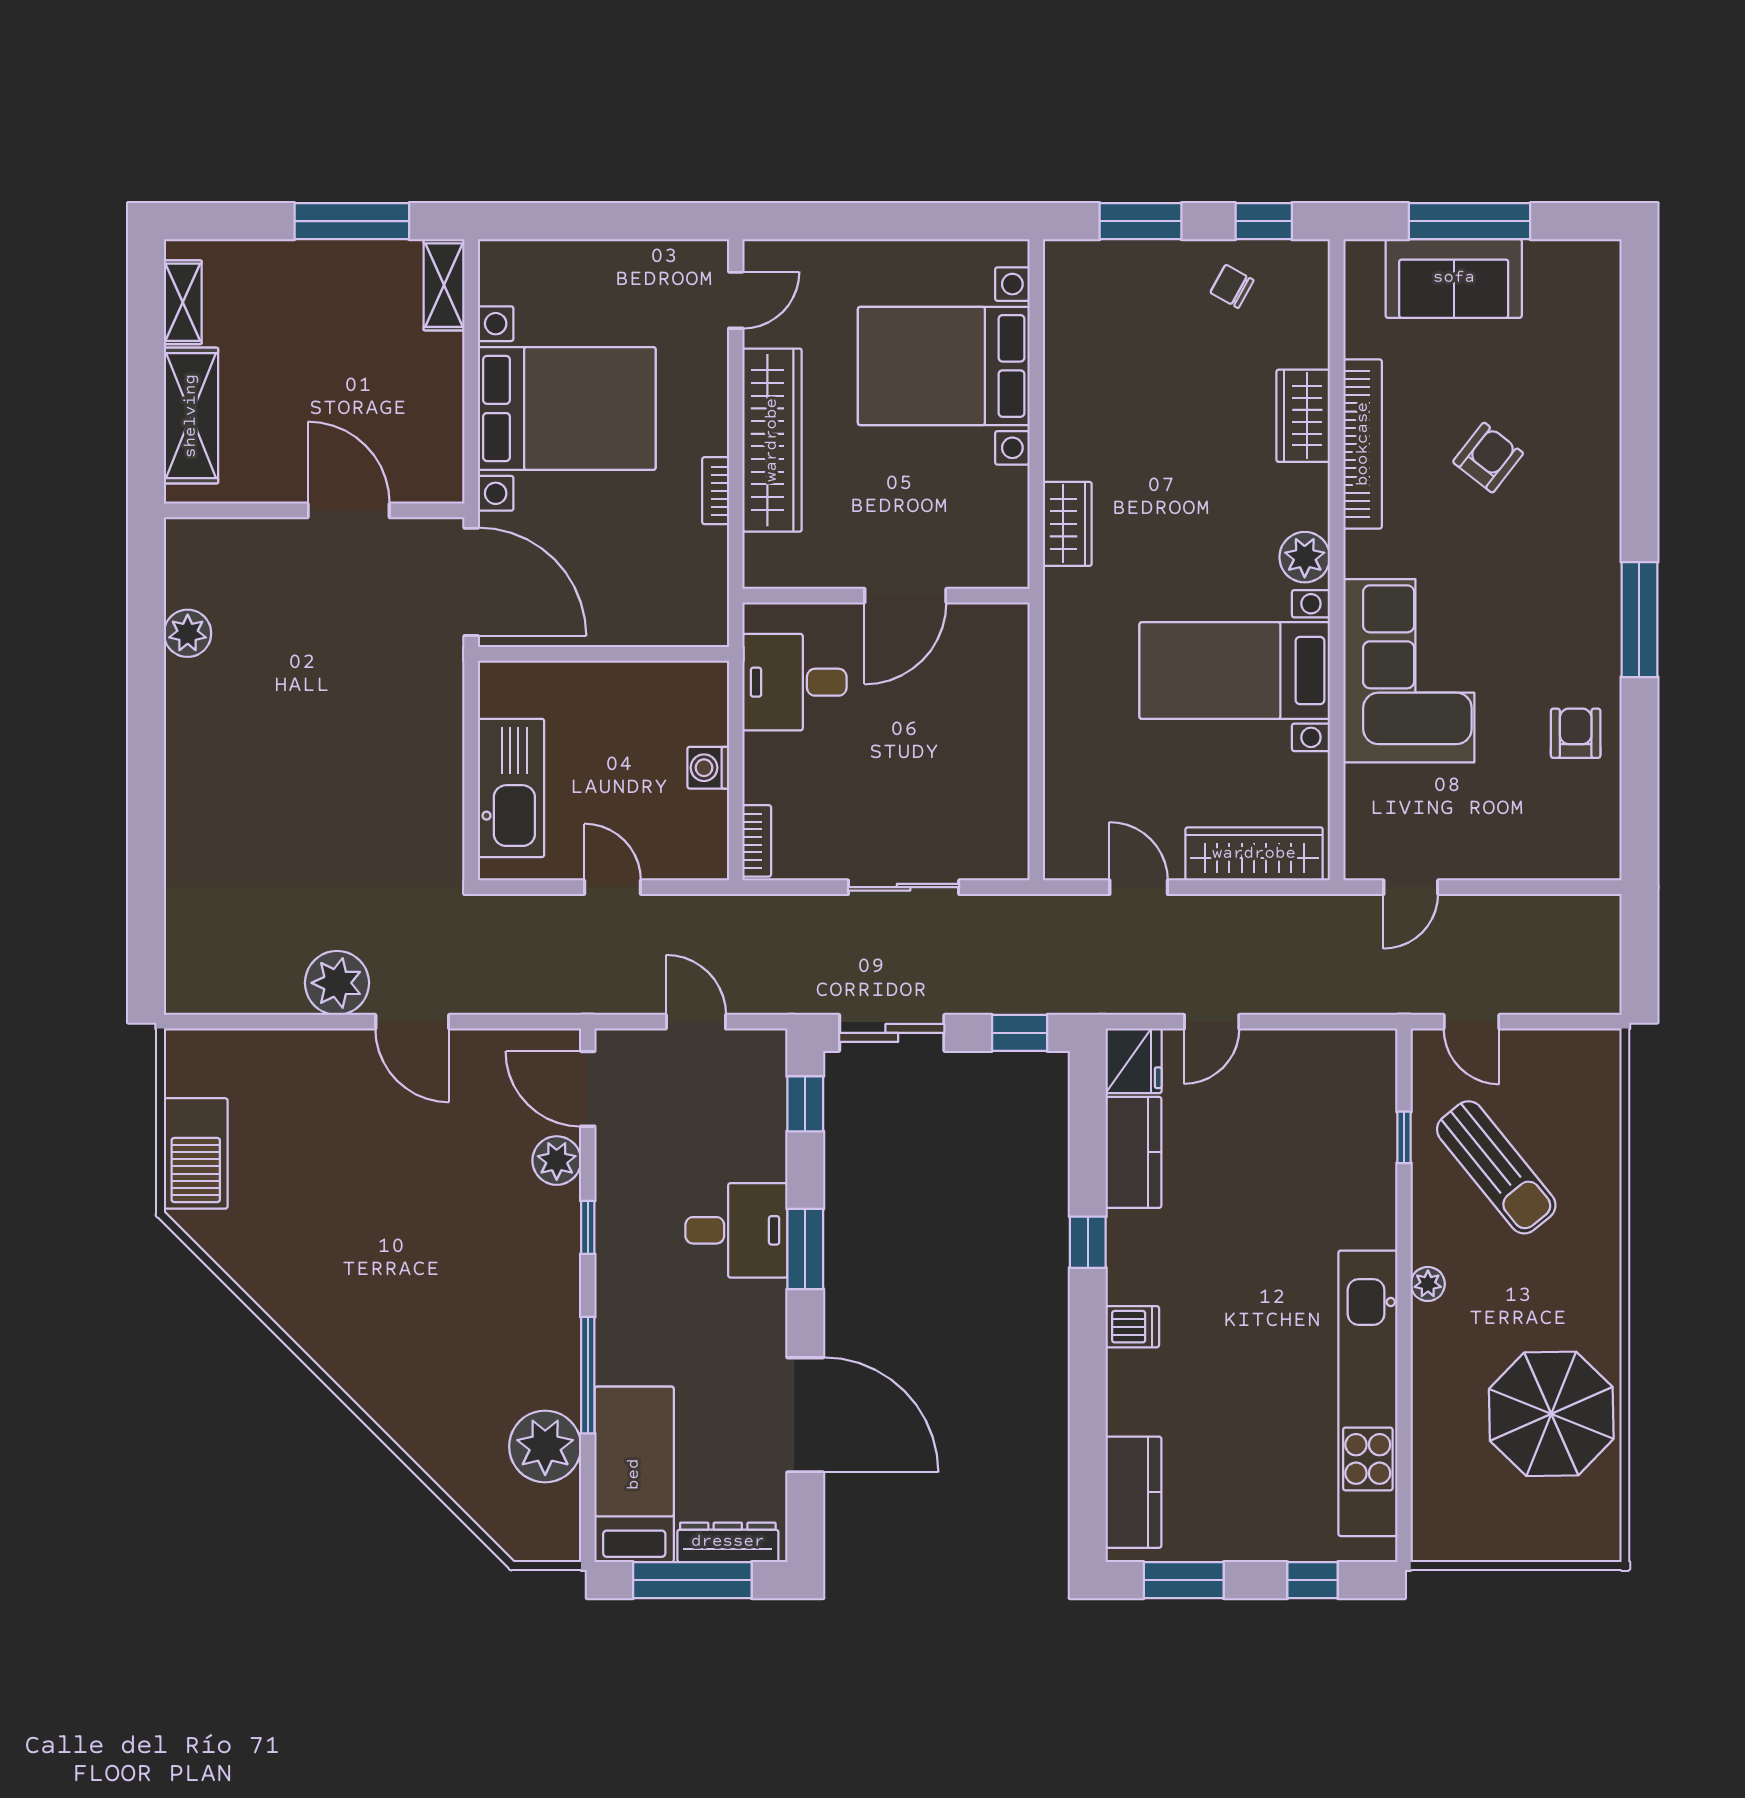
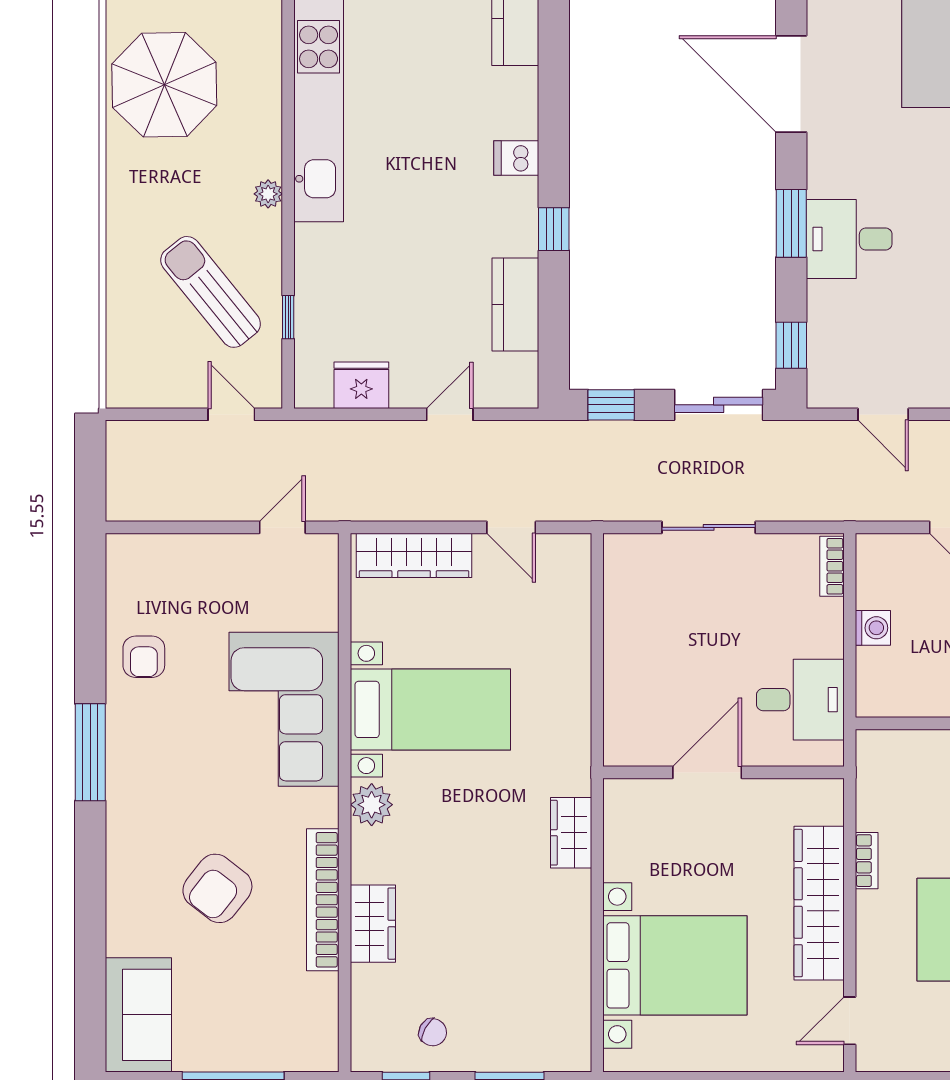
sofa: (1454, 278) -> (138, 1015), moved, turned 90
armchair: (1488, 458) -> (217, 888), width x1.38, depth x1.38
fridge: (1134, 1061) -> (361, 385), moved, turned 90

